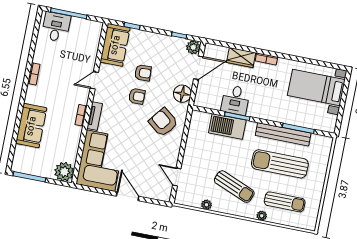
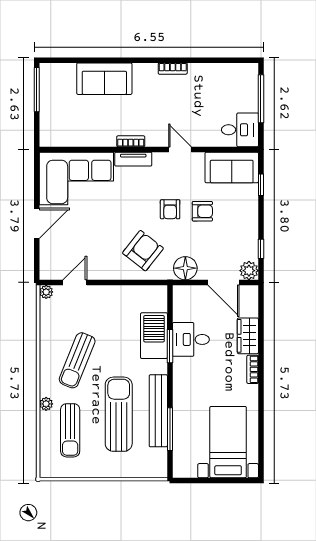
desk: (56, 27) -> (240, 130), moved
armchair: (143, 73) -> (202, 211), turned -88
plant: (64, 172) -> (52, 134), removed
plant: (206, 205) -> (46, 292), moved

